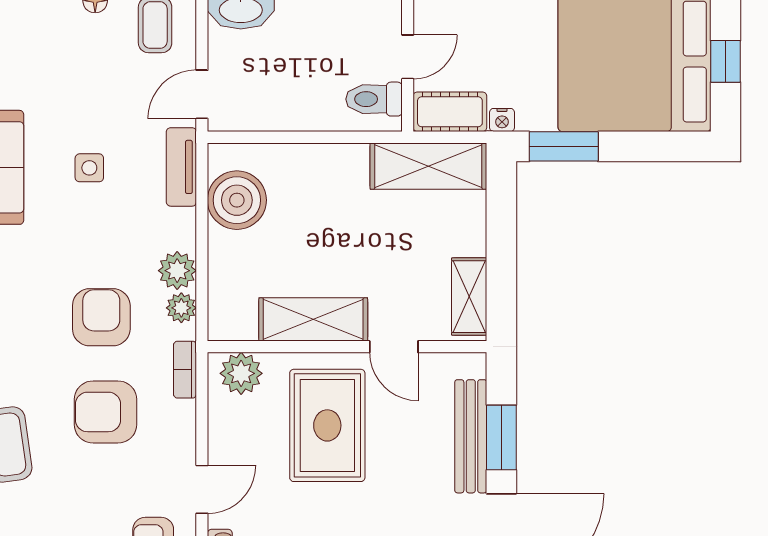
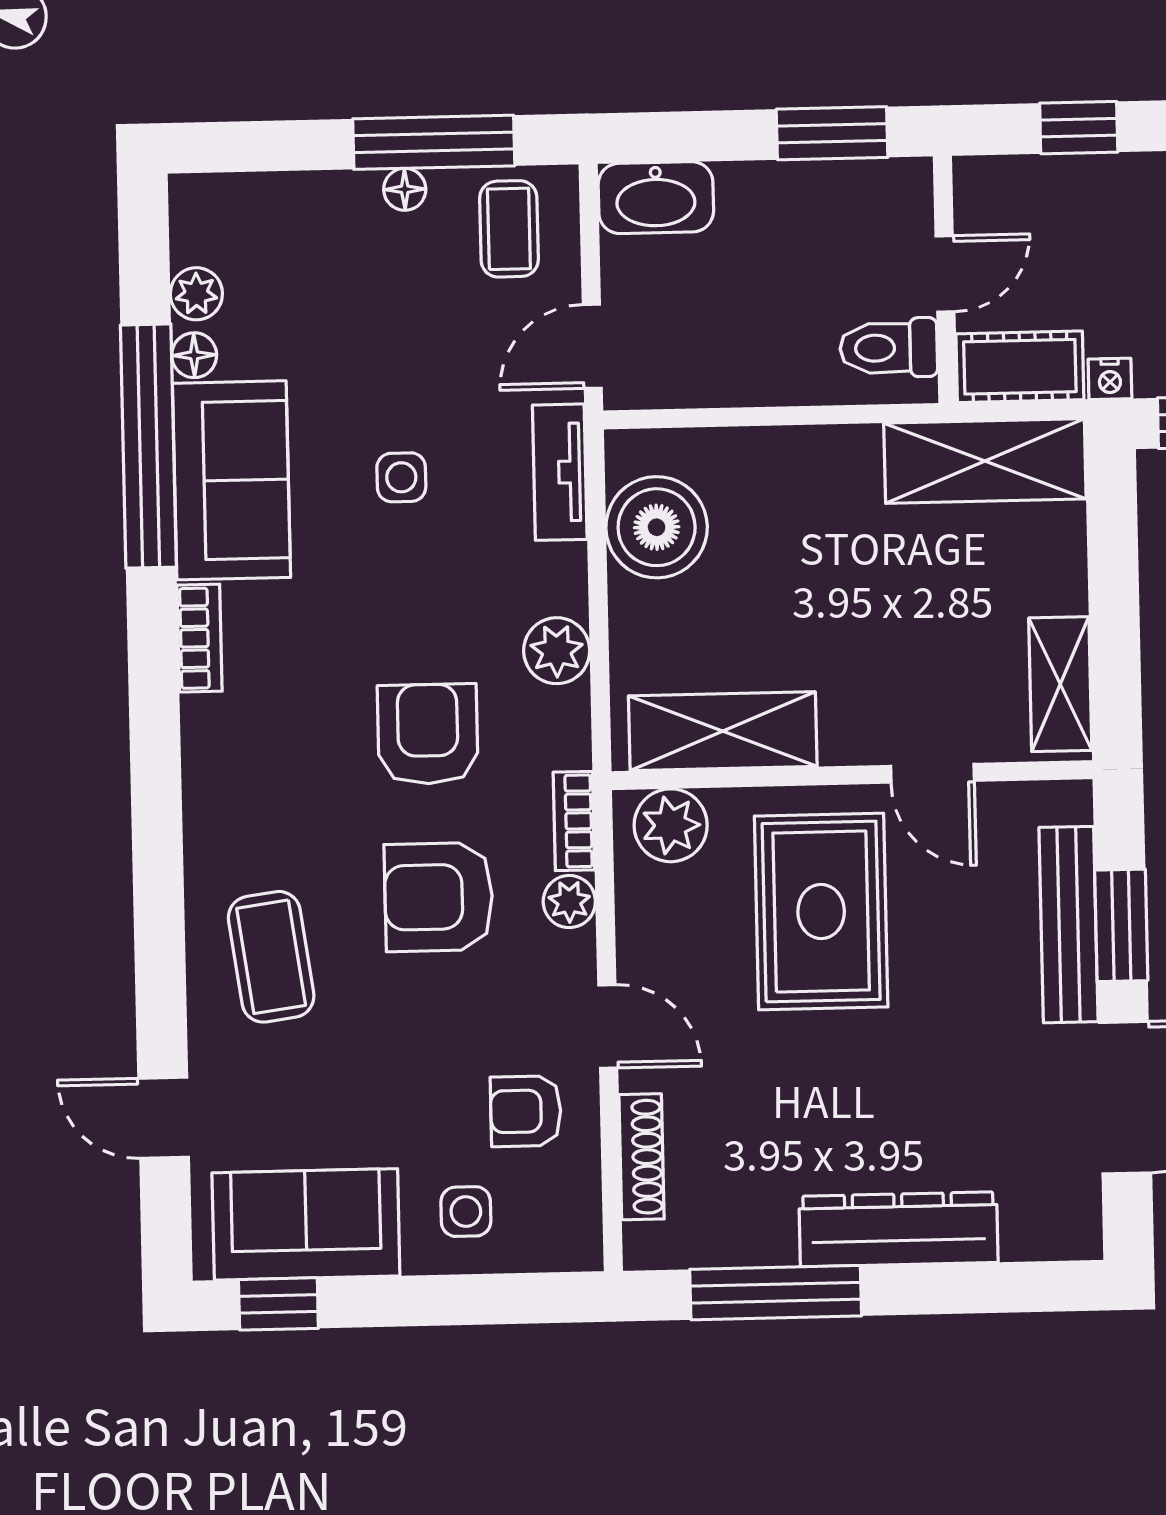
plant: (181, 308) -> (569, 902), moved
shelving: (313, 319) -> (723, 731), moved
door: (202, 489) -> (608, 1027), hinge flipped

